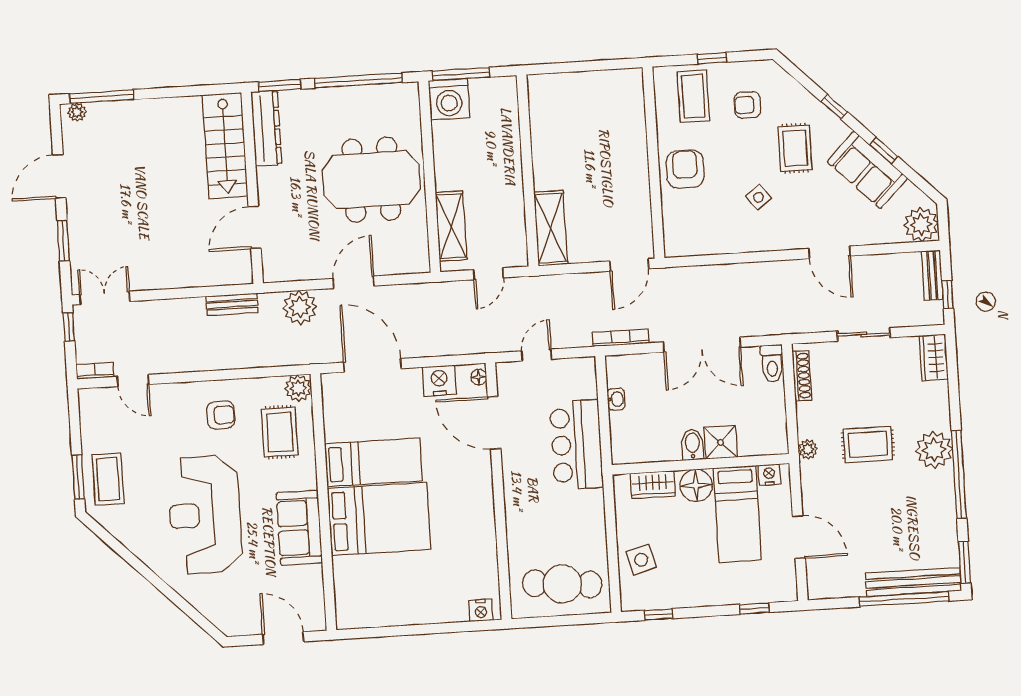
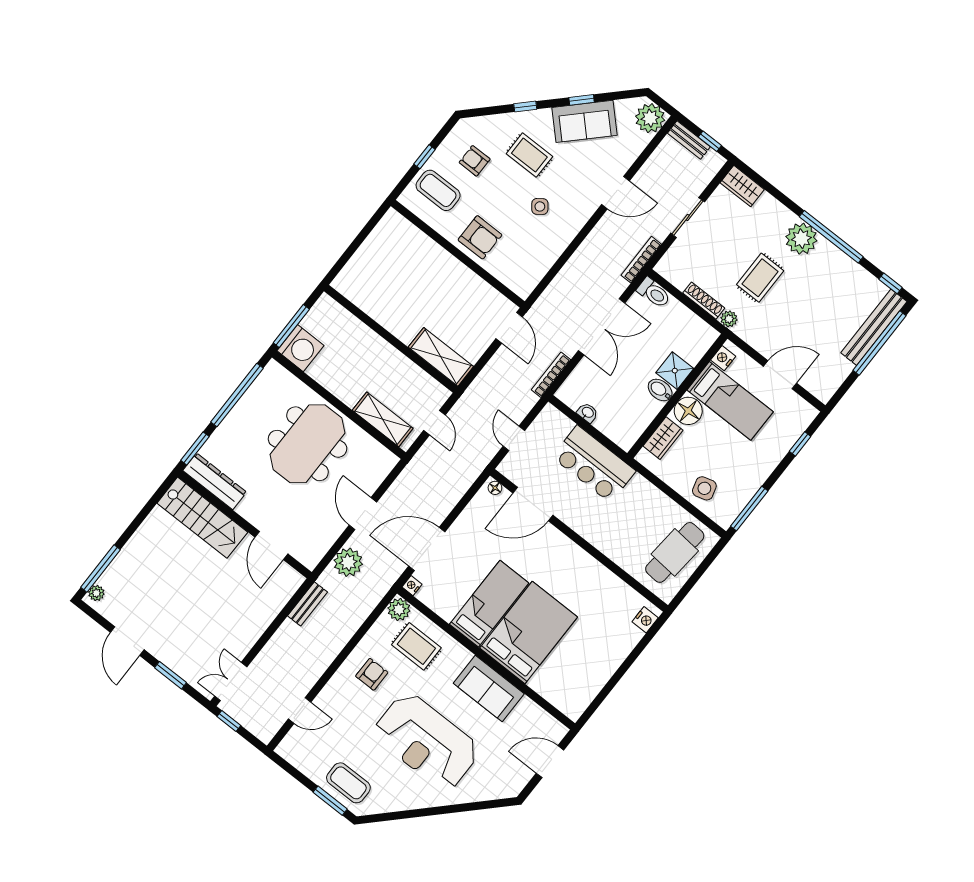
armchair: (747, 105) -> (475, 161), turned 90
armchair: (685, 169) -> (480, 237), turned 180
bookcase: (95, 371) -> (641, 260), moved, width x1.56
shoe rack: (802, 376) -> (704, 301), moved
nightstand: (439, 381) -> (412, 586), moved, width x0.53, depth x0.56
window: (964, 562) -> (891, 283), width x0.67
window: (659, 614) -> (749, 509), width x2.17

